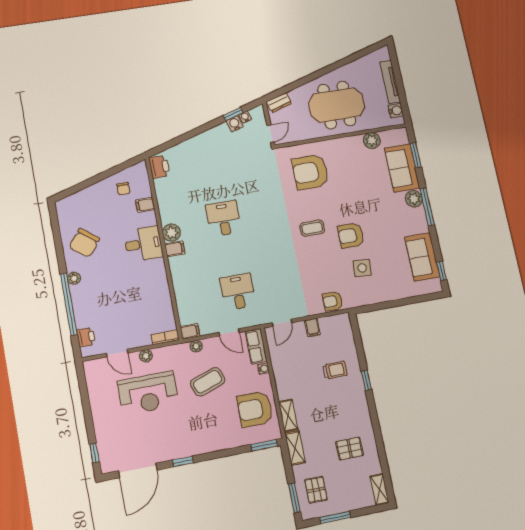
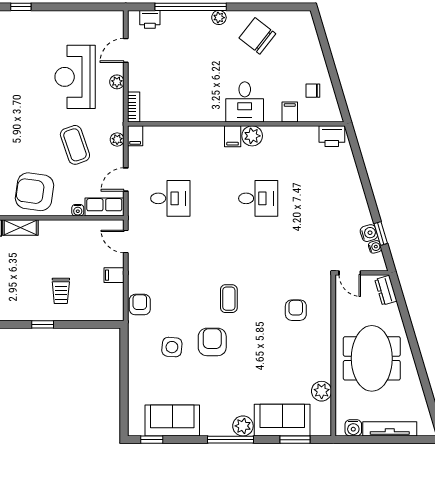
armchair: (310, 172) -> (296, 310), width x0.53, depth x0.53
armchair: (255, 409) -> (34, 192), turned -82

